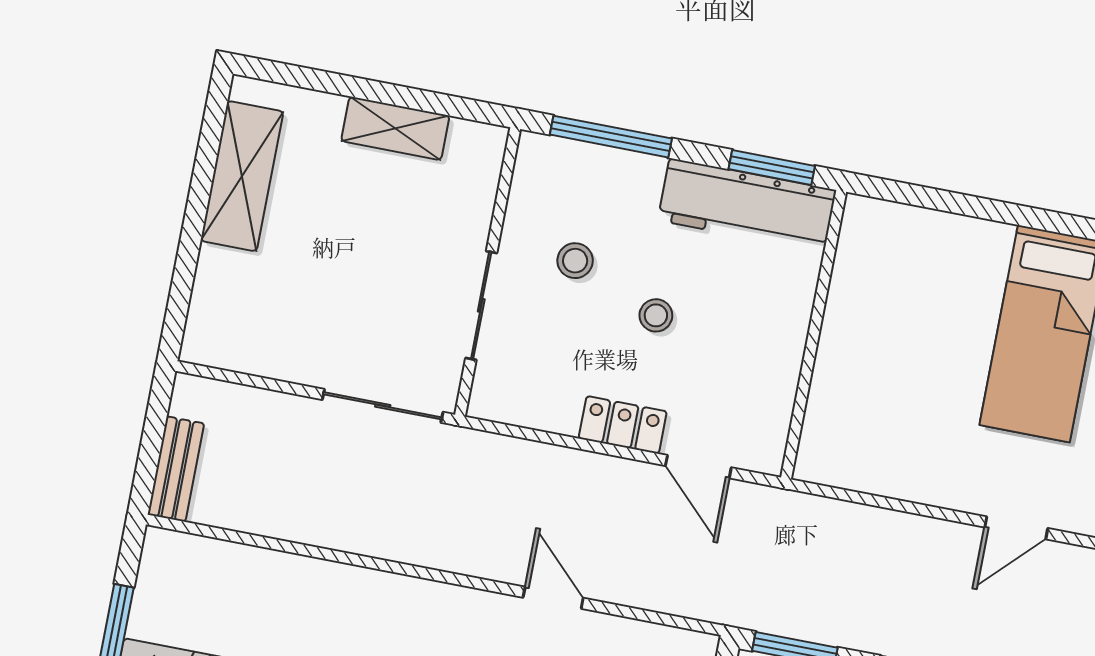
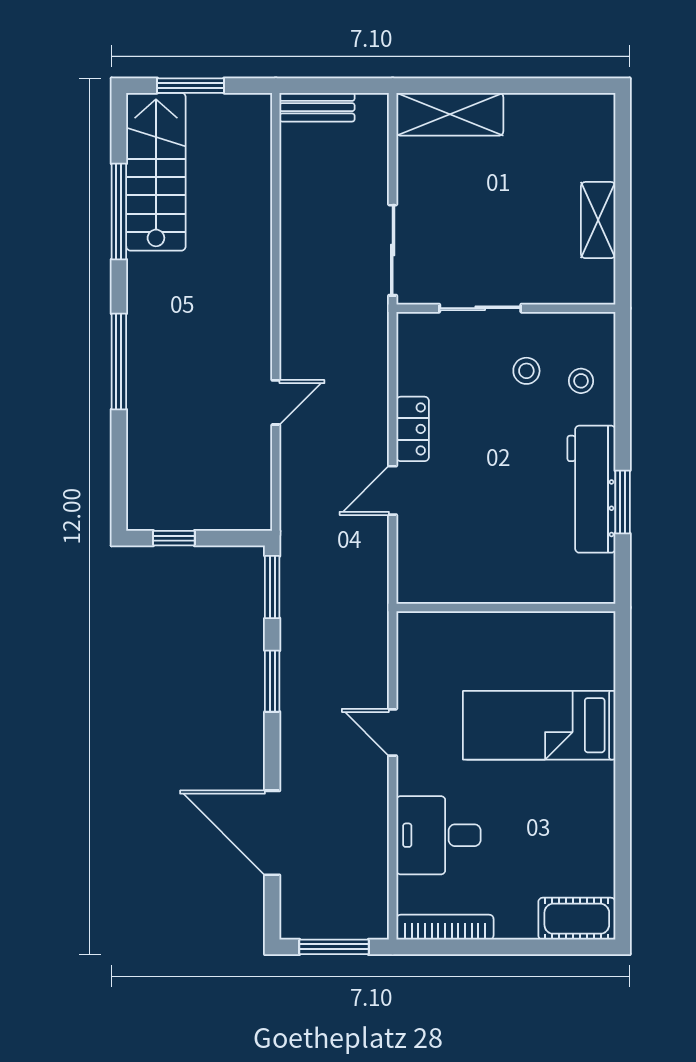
window: (611, 137) -> (623, 379), removed
shelving: (242, 176) -> (450, 114), moved
stool: (656, 315) -> (581, 381), moved
wall: (814, 335) -> (506, 607), moved

